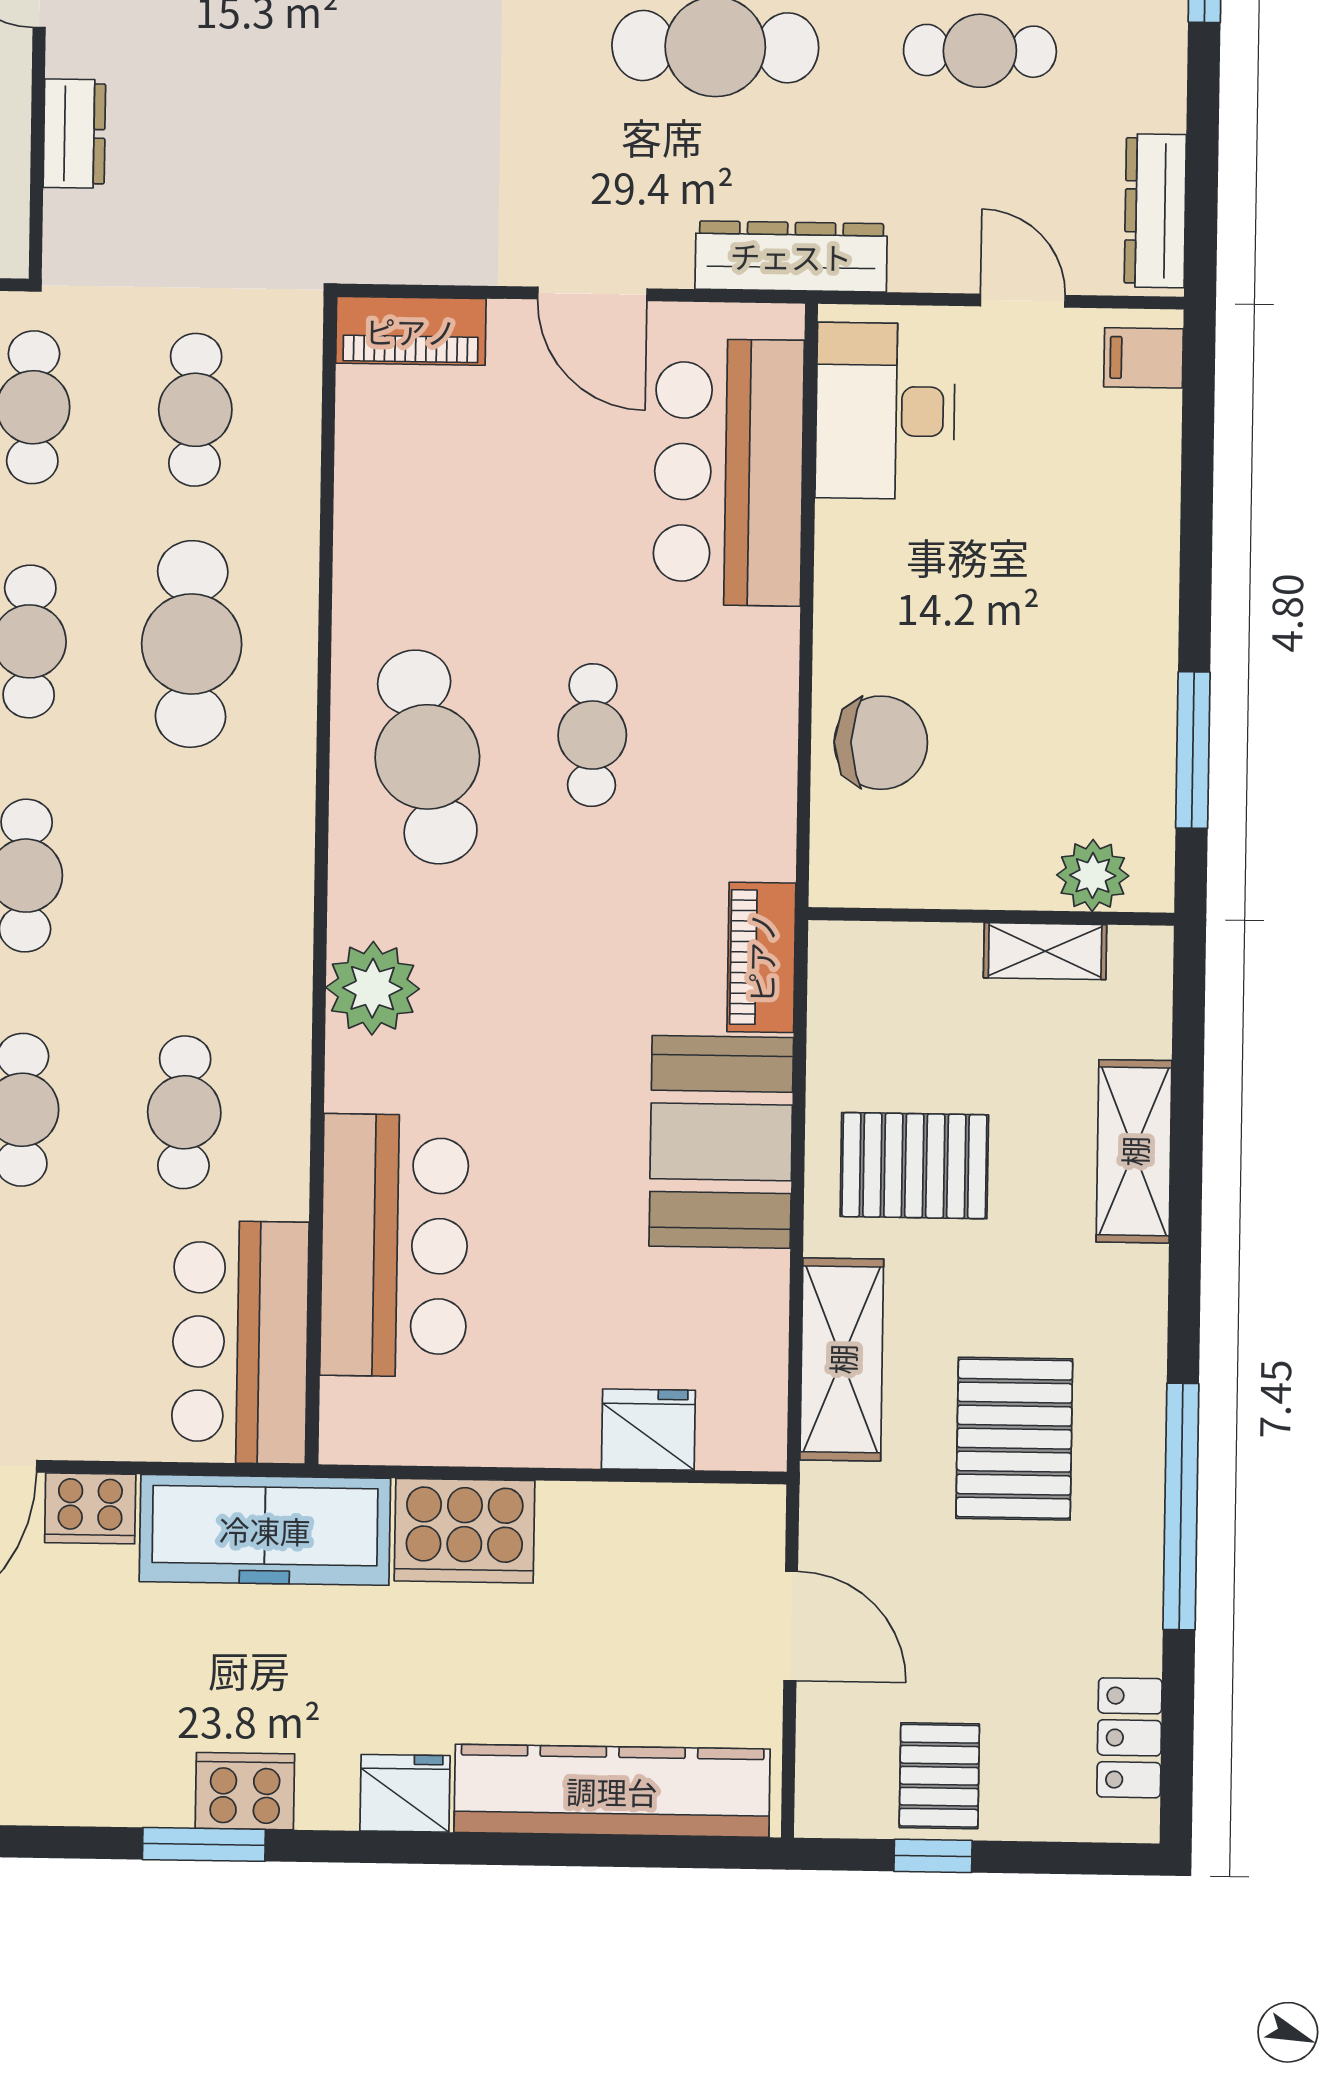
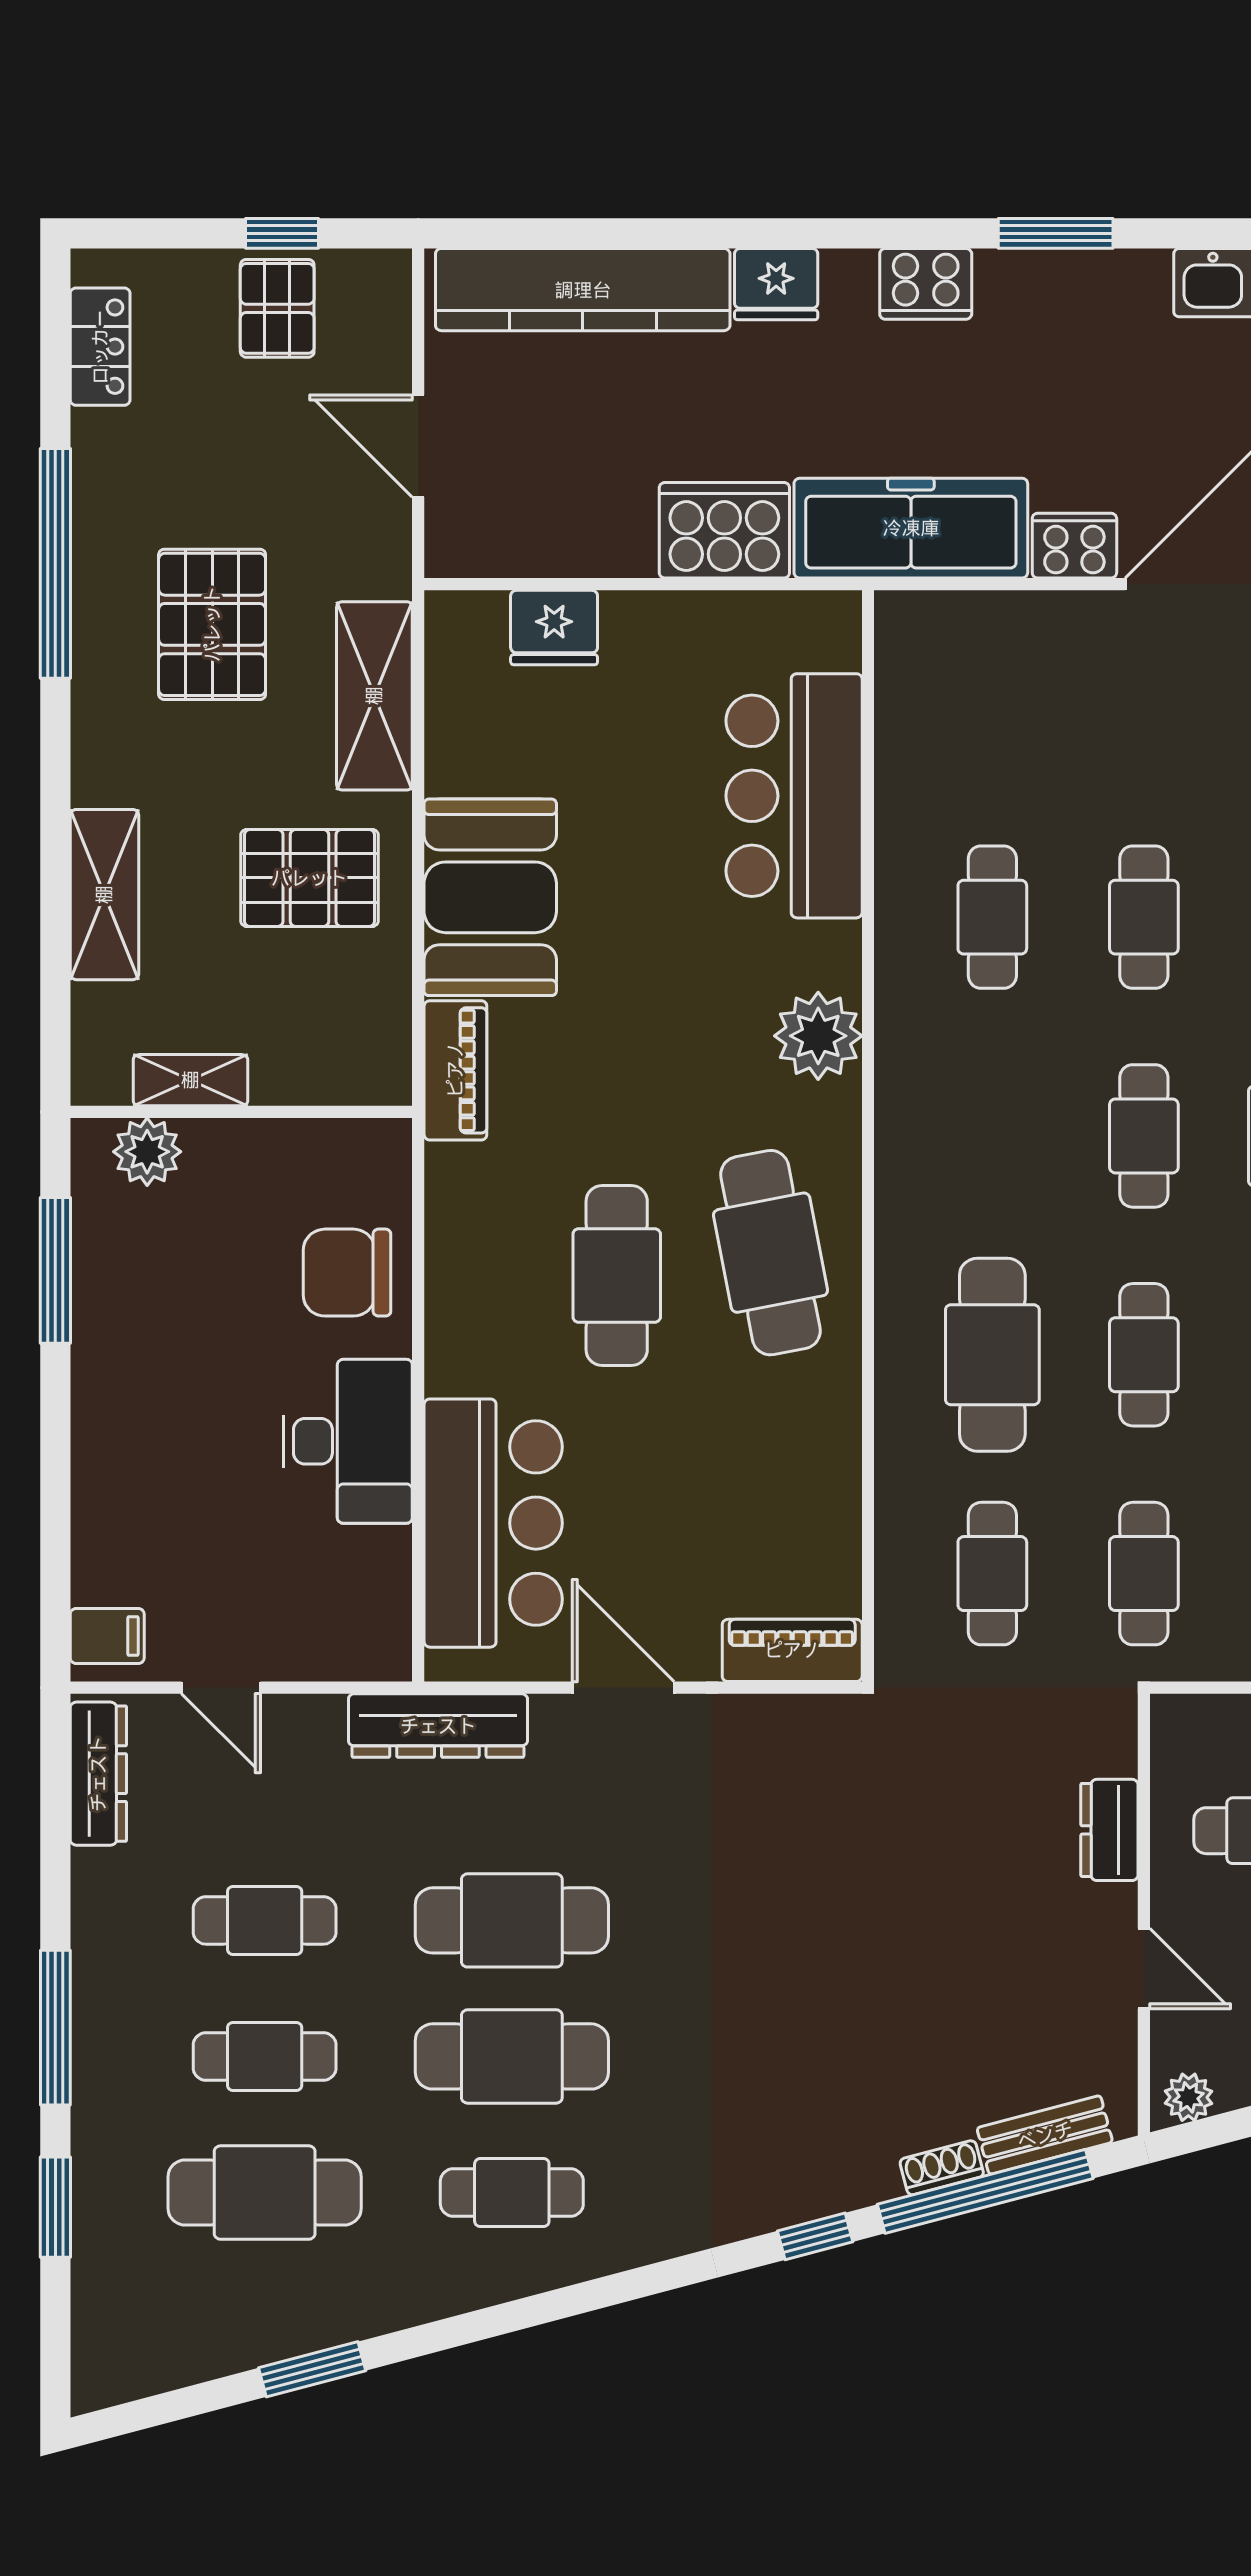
desk: (885, 411) -> (348, 1441), moved
cafe table: (592, 735) -> (617, 1276), width x1.37, depth x1.35
bar counter: (240, 1342) -> (937, 703), removed
window: (204, 1844) -> (1056, 233), moved

